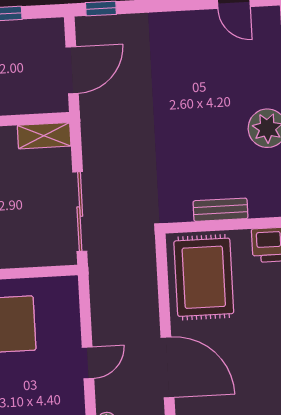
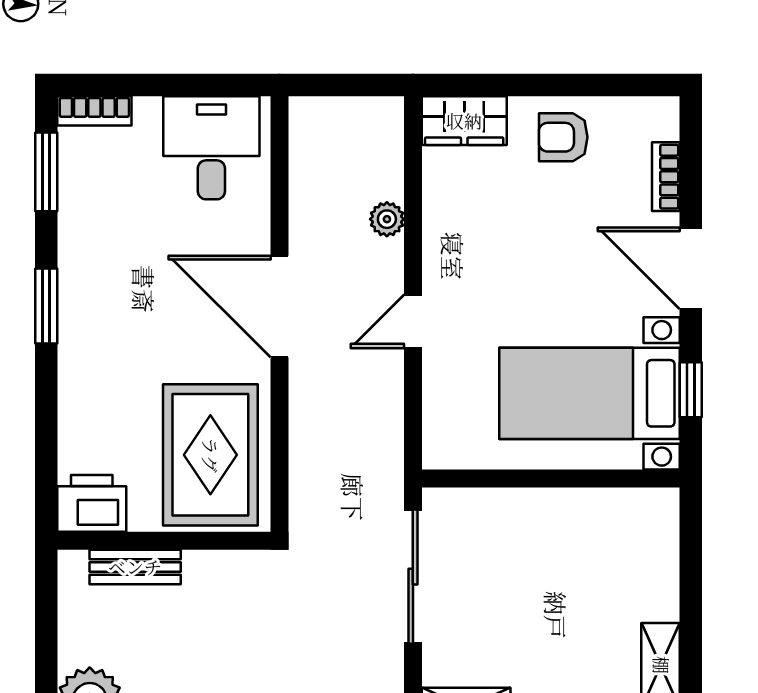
bench: (220, 210) -> (135, 567), moved

